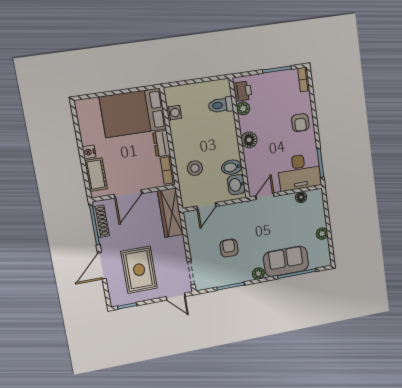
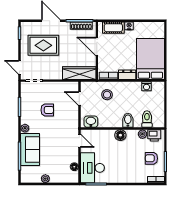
armchair: (300, 123) -> (151, 158), moved
bidet: (232, 167) -> (128, 120), moved
door: (176, 297) -> (20, 67), hinge flipped

